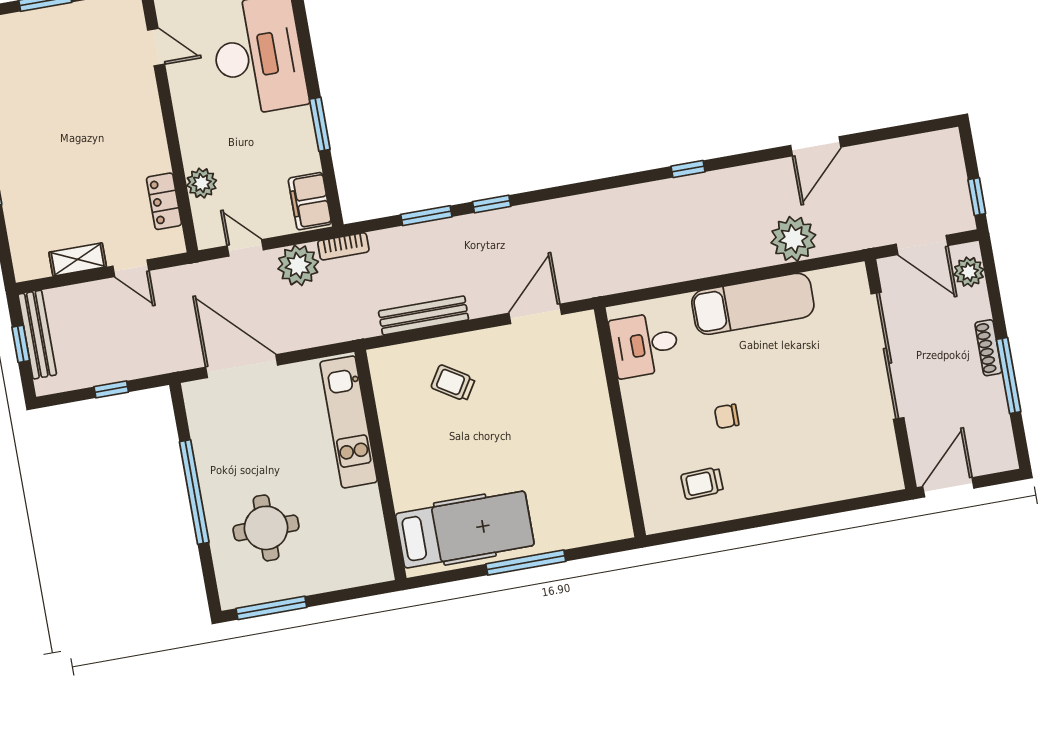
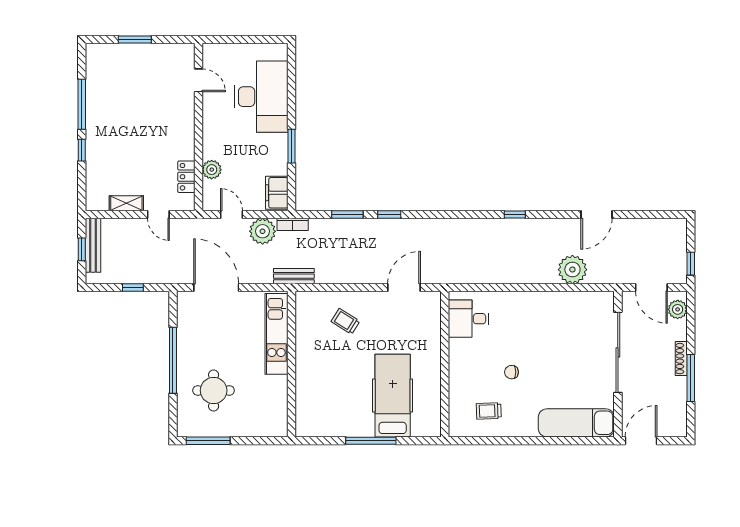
exam couch: (753, 304) -> (576, 423), moved, turned 180
bench: (424, 315) -> (294, 276), moved, width x0.73
hospital bed: (465, 530) -> (393, 396), moved, turned -90

